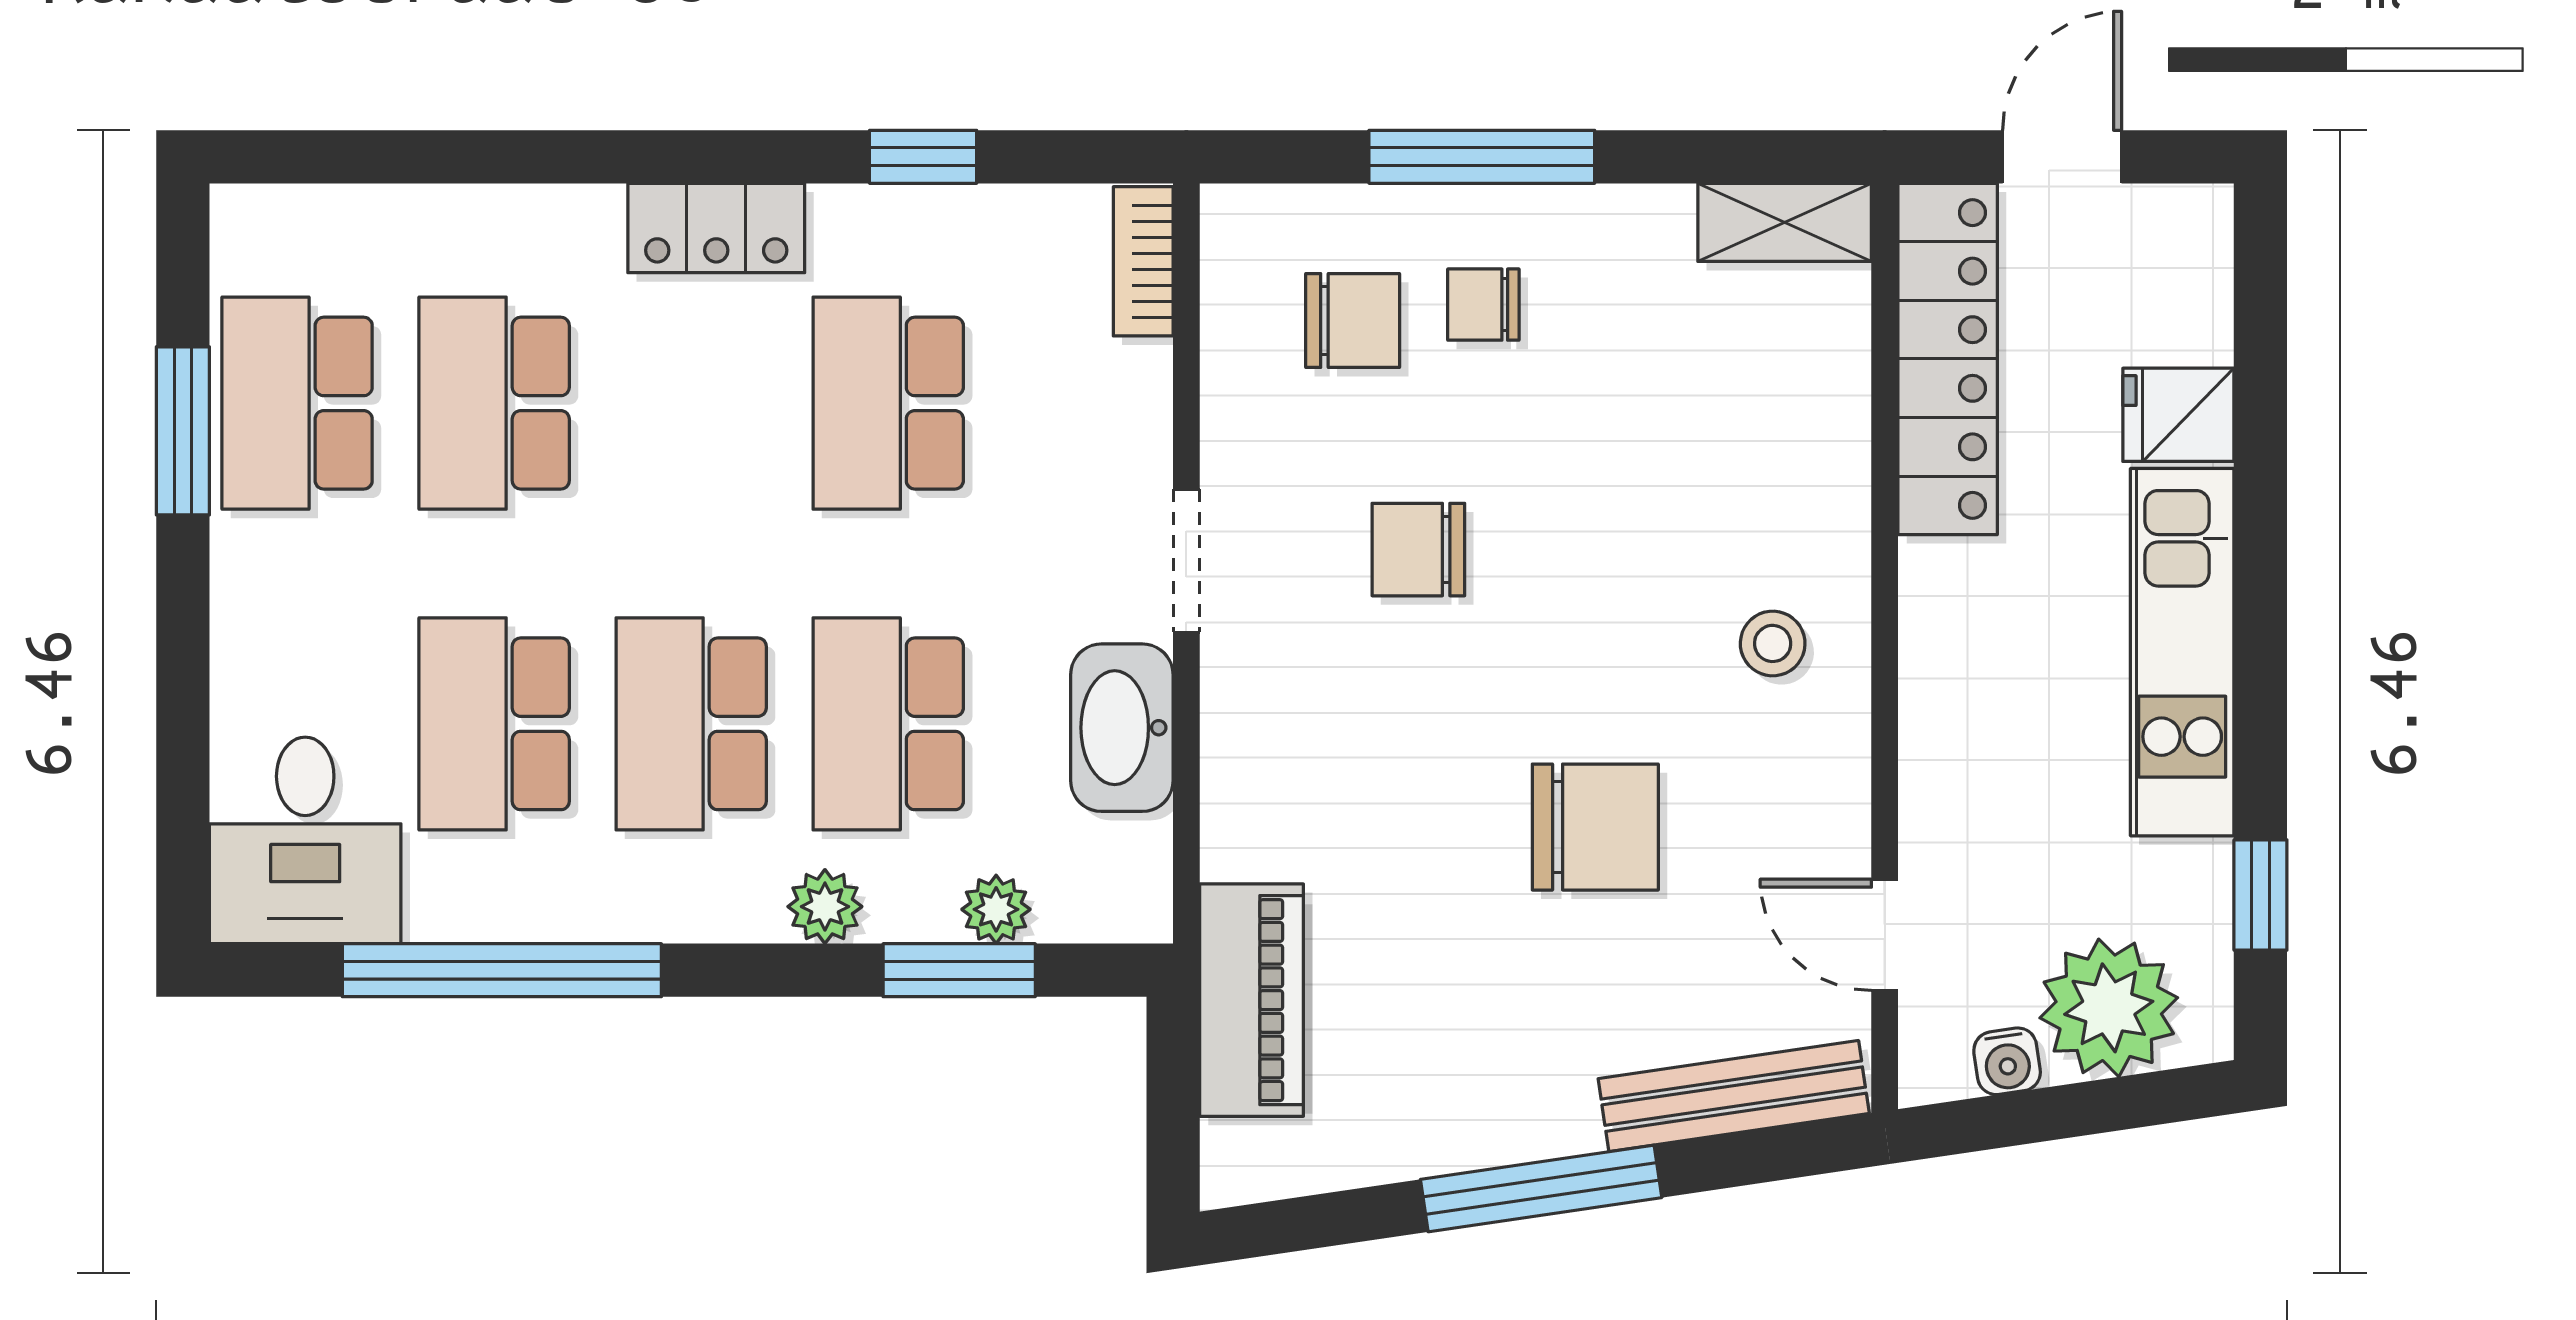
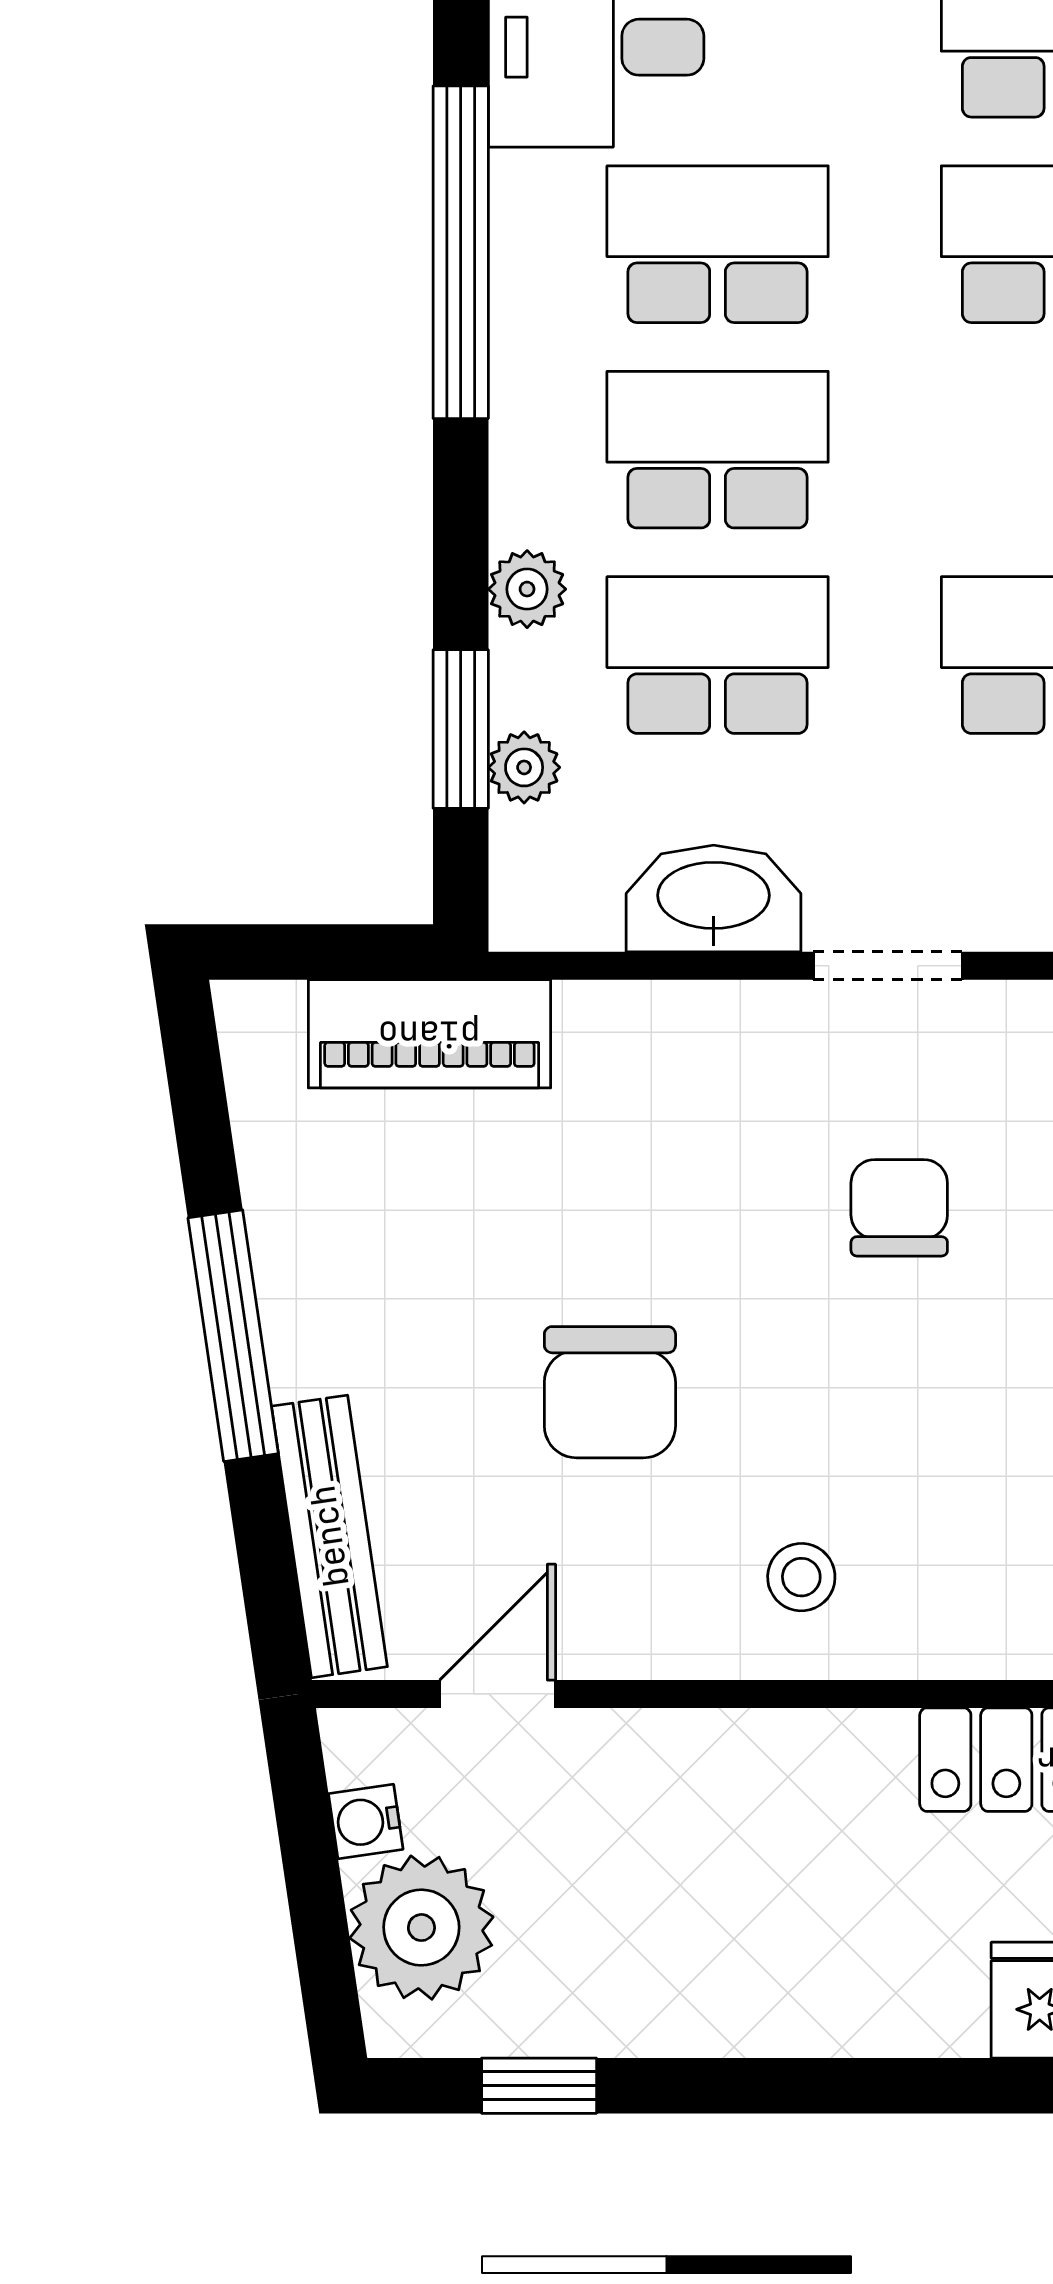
kitchen unit: (2182, 652) -> (792, 2004), removed

